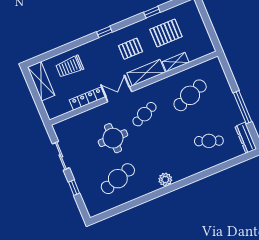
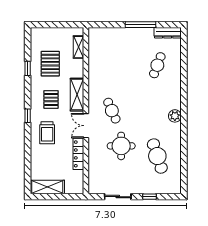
shelving: (176, 62) -> (78, 47), moved
trolley: (70, 66) -> (47, 133), moved
cafe table: (190, 95) -> (112, 65), removed

